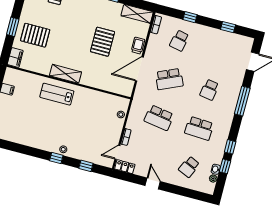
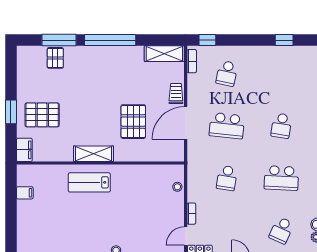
window: (190, 17) -> (207, 40), moved
pallet: (103, 42) -> (133, 122), moved
school desk: (169, 79) -> (227, 126), turned 30
school desk: (159, 118) -> (227, 178), width x0.54

